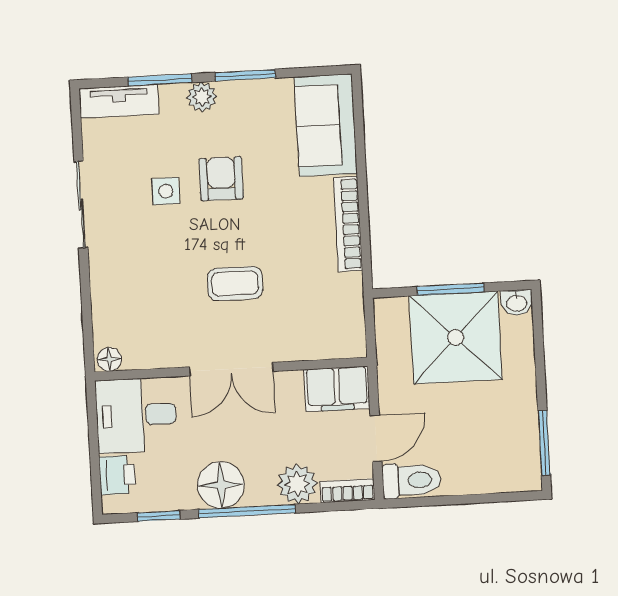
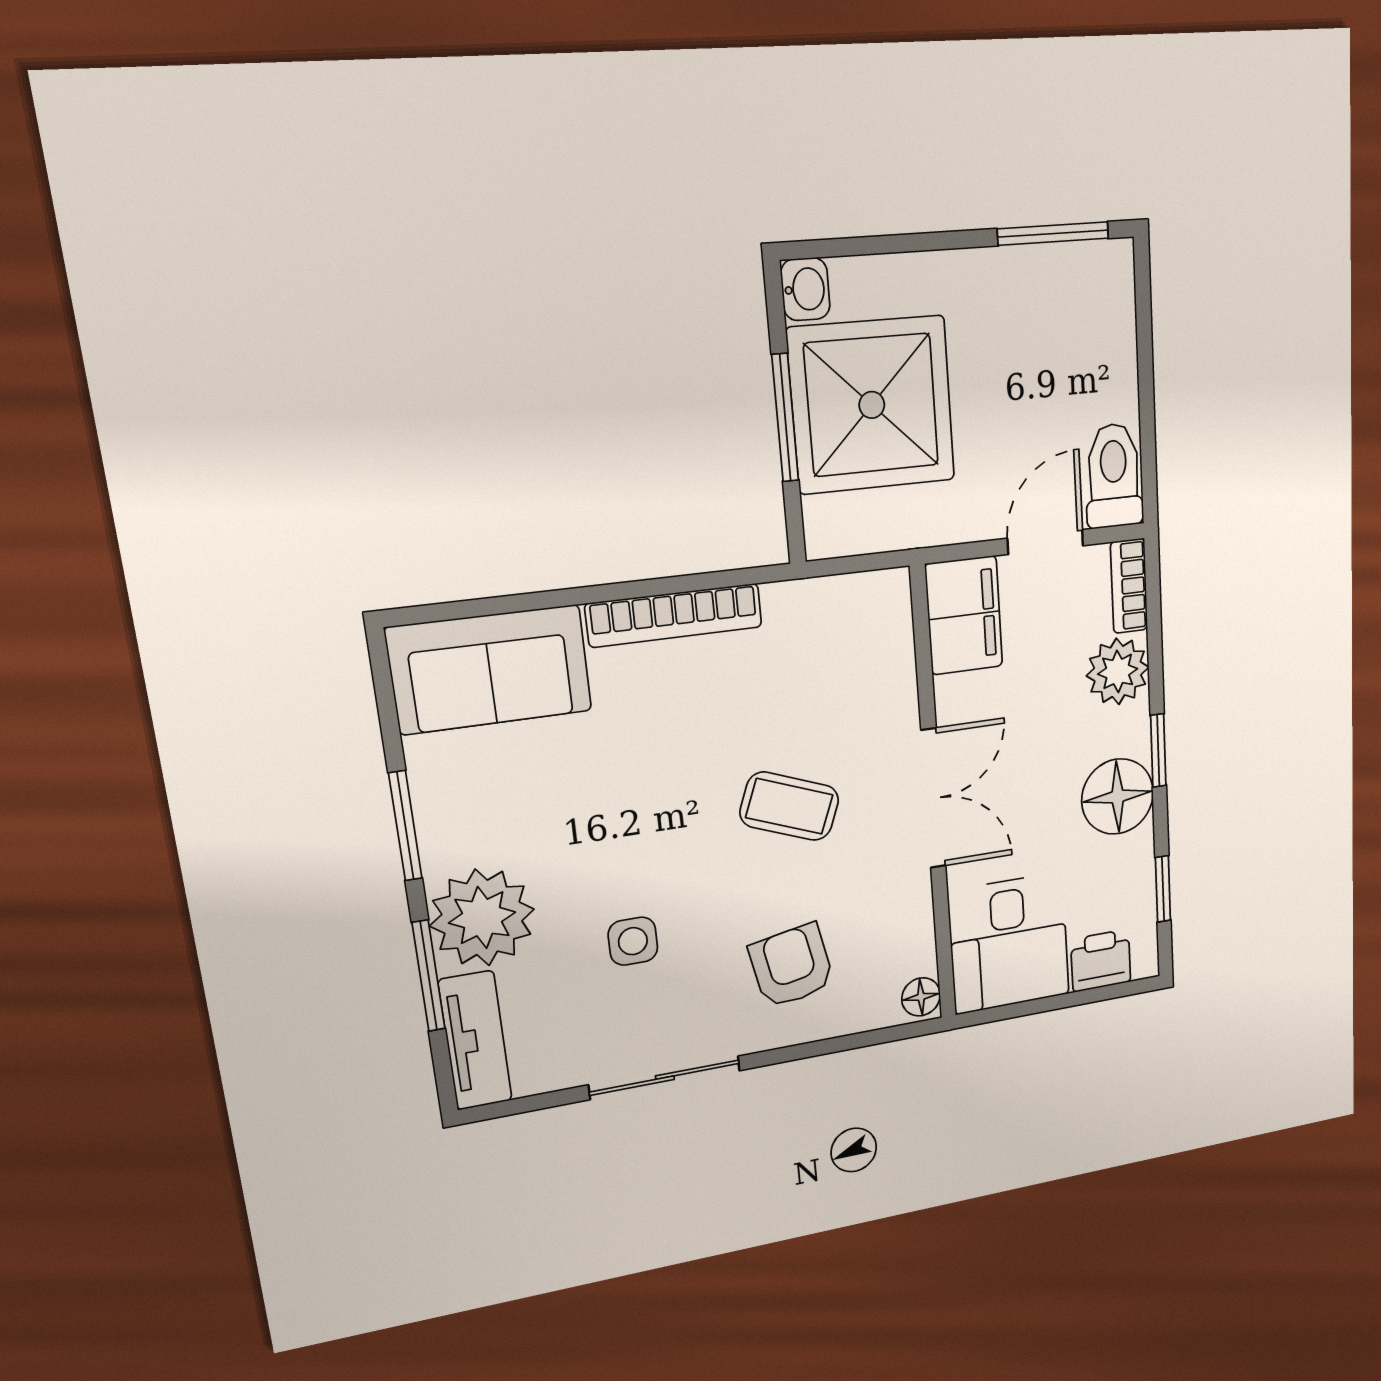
plant: (202, 97) -> (482, 918), width x1.88, depth x1.88
armchair: (221, 179) -> (792, 966), moved, turned 79
coffee table: (235, 284) -> (789, 806), turned -69
door: (376, 438) -> (1045, 542), hinge flipped
window: (247, 511) -> (1158, 750), width x0.46

